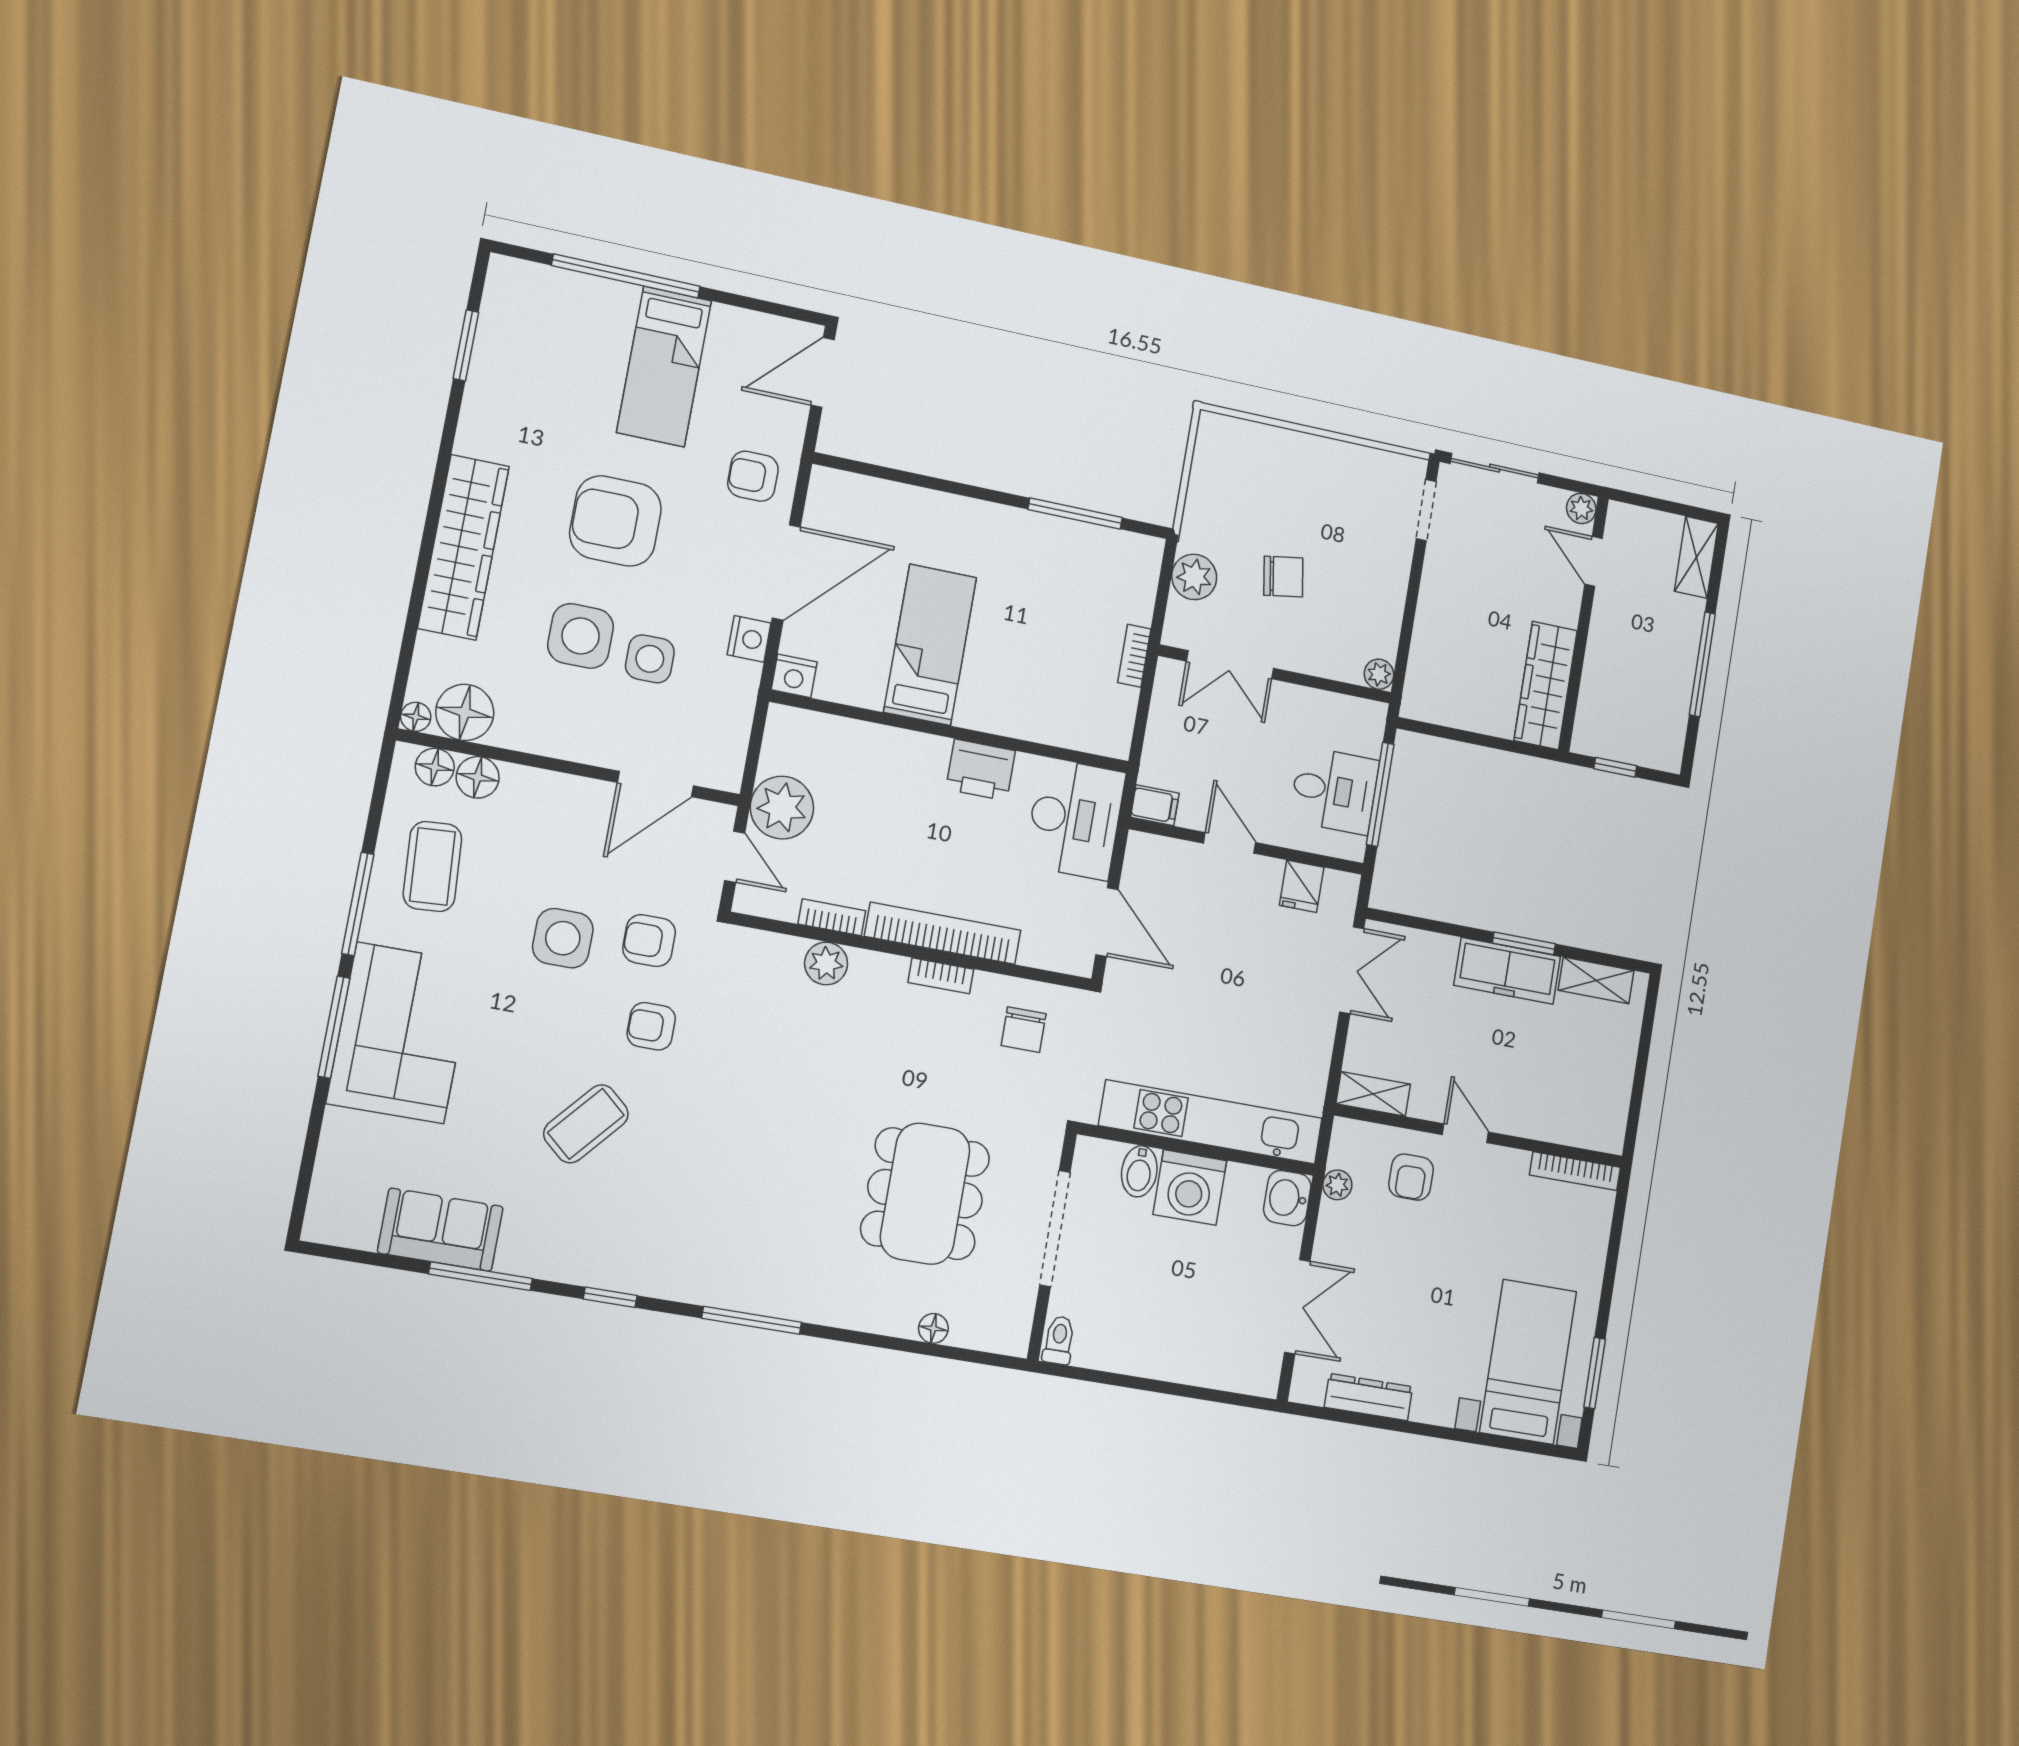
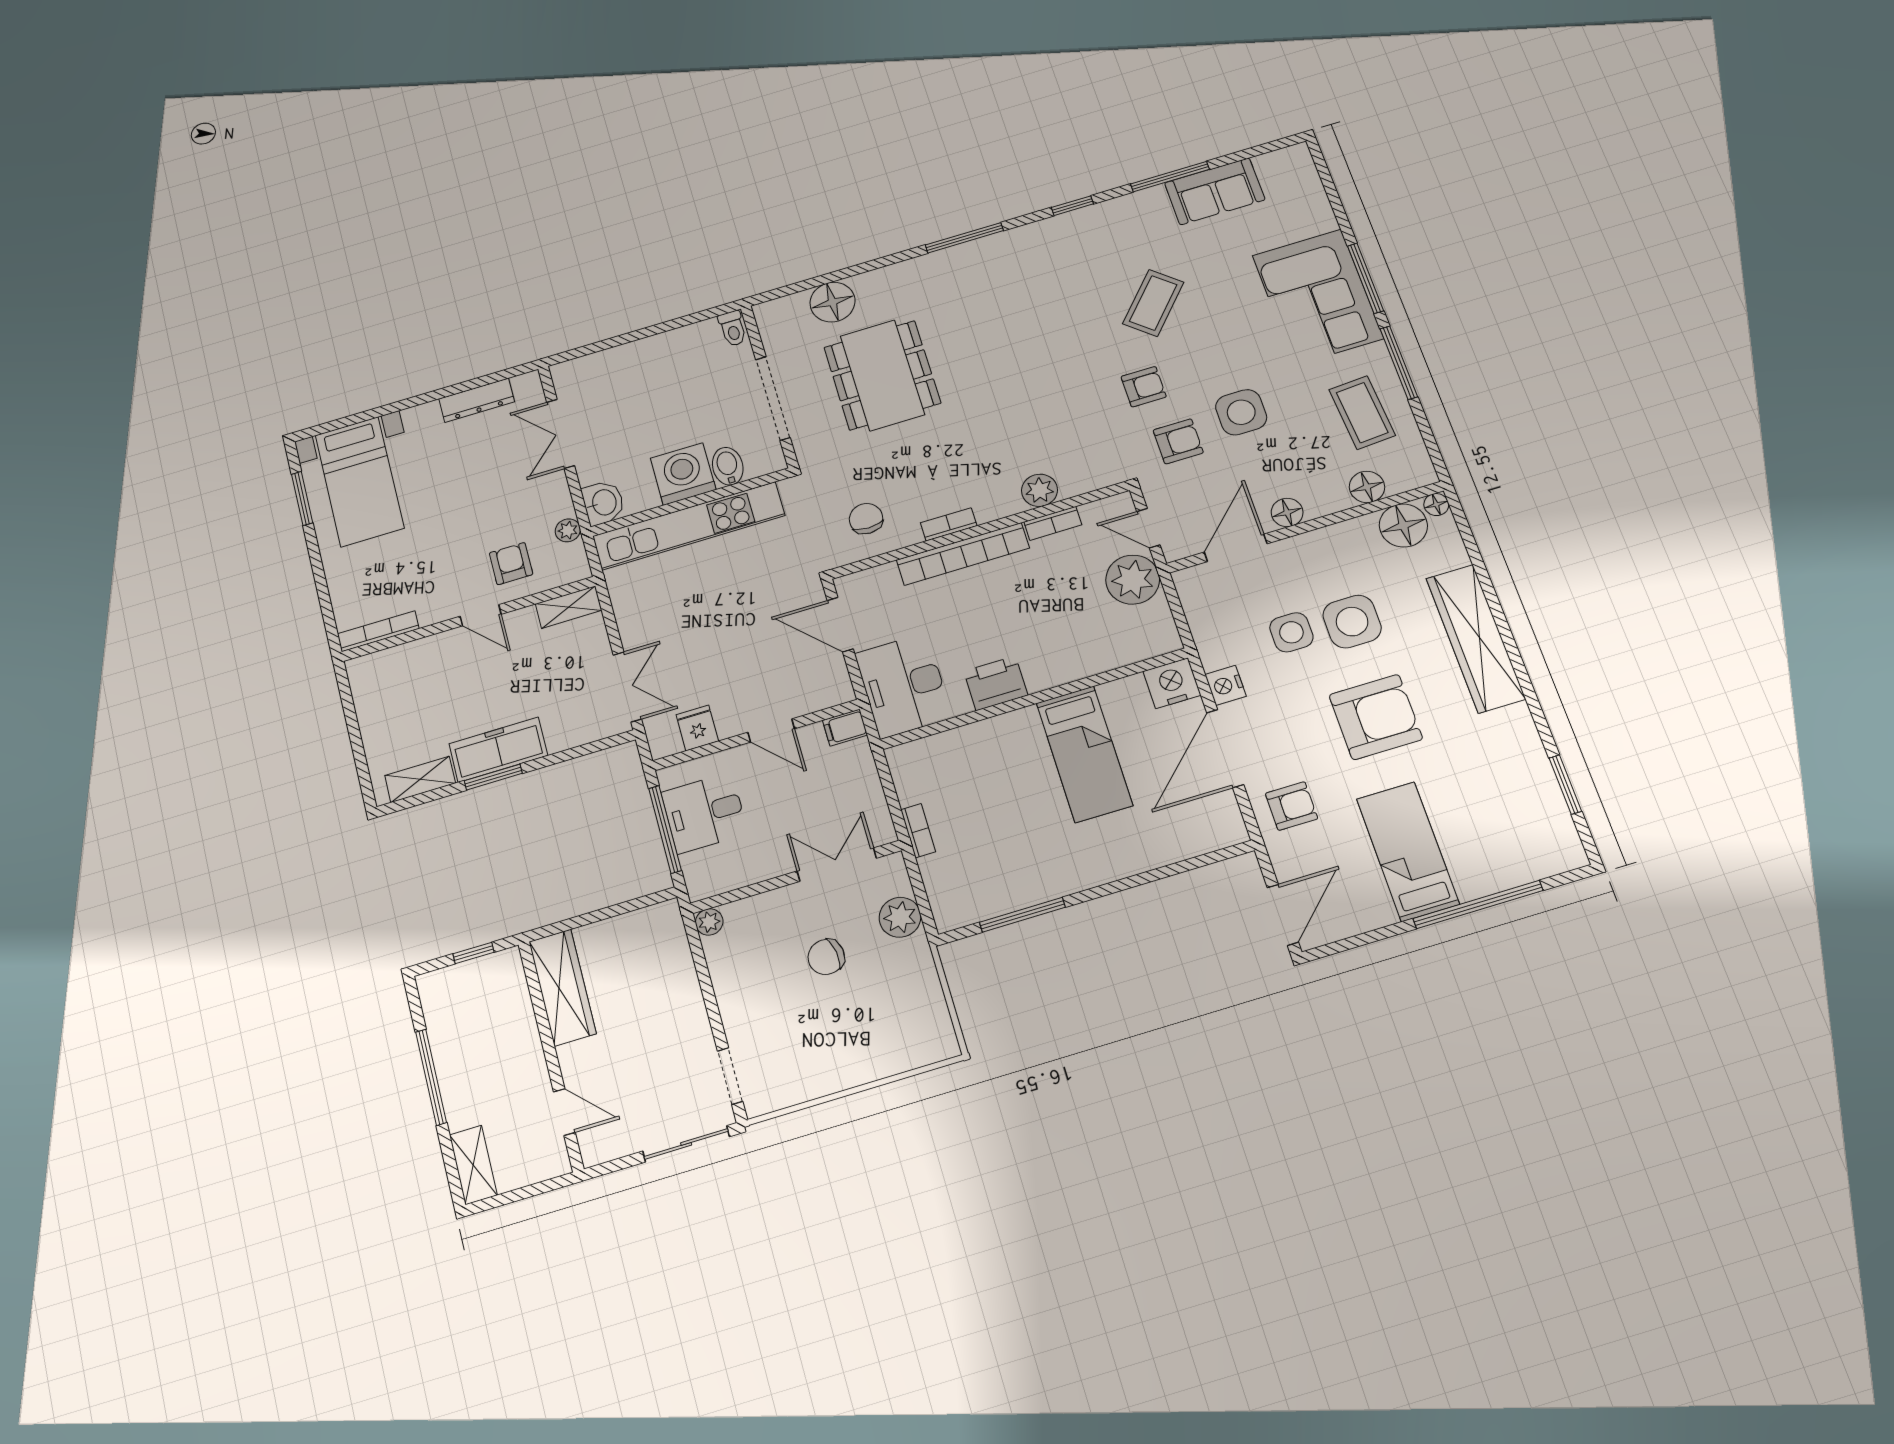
plant: (1581, 508) -> (594, 1151), removed
nightstand: (794, 676) -> (1172, 683), width x1.36, depth x1.33
floor lamp: (435, 767) -> (1287, 512), moved
double door: (1352, 970) -> (627, 687), swing flipped
floor lamp: (933, 1328) -> (833, 302), width x1.89, depth x1.89

